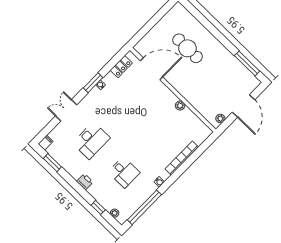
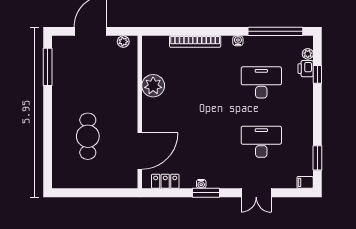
door: (152, 69) -> (140, 151), swing flipped
plant: (180, 106) -> (153, 86), width x1.88, depth x1.88
desk: (124, 172) -> (261, 82), width x1.37
printer: (85, 182) -> (306, 69), moved

